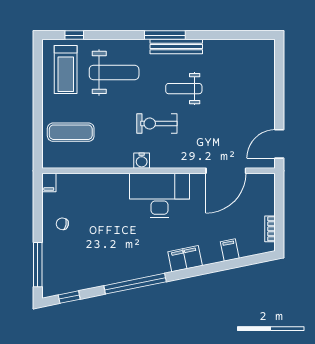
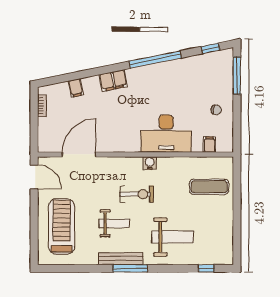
treadmill: (66, 70) -> (62, 227), moved, width x1.37, depth x1.37
weight bench: (114, 72) -> (173, 237), turned 180
door: (279, 144) -> (34, 177), hinge flipped
filing cabinet: (49, 182) -> (210, 145), moved
desk: (159, 196) -> (166, 134), moved

